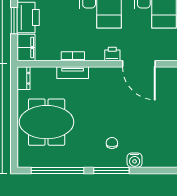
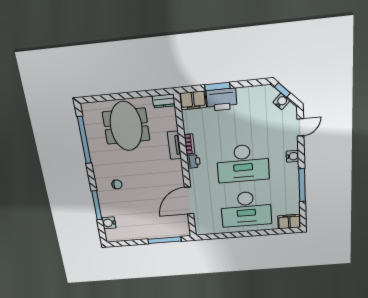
printer: (112, 54) -> (193, 161), moved
water cooler: (135, 160) -> (109, 223), moved
window: (111, 170) -> (97, 205), moved

